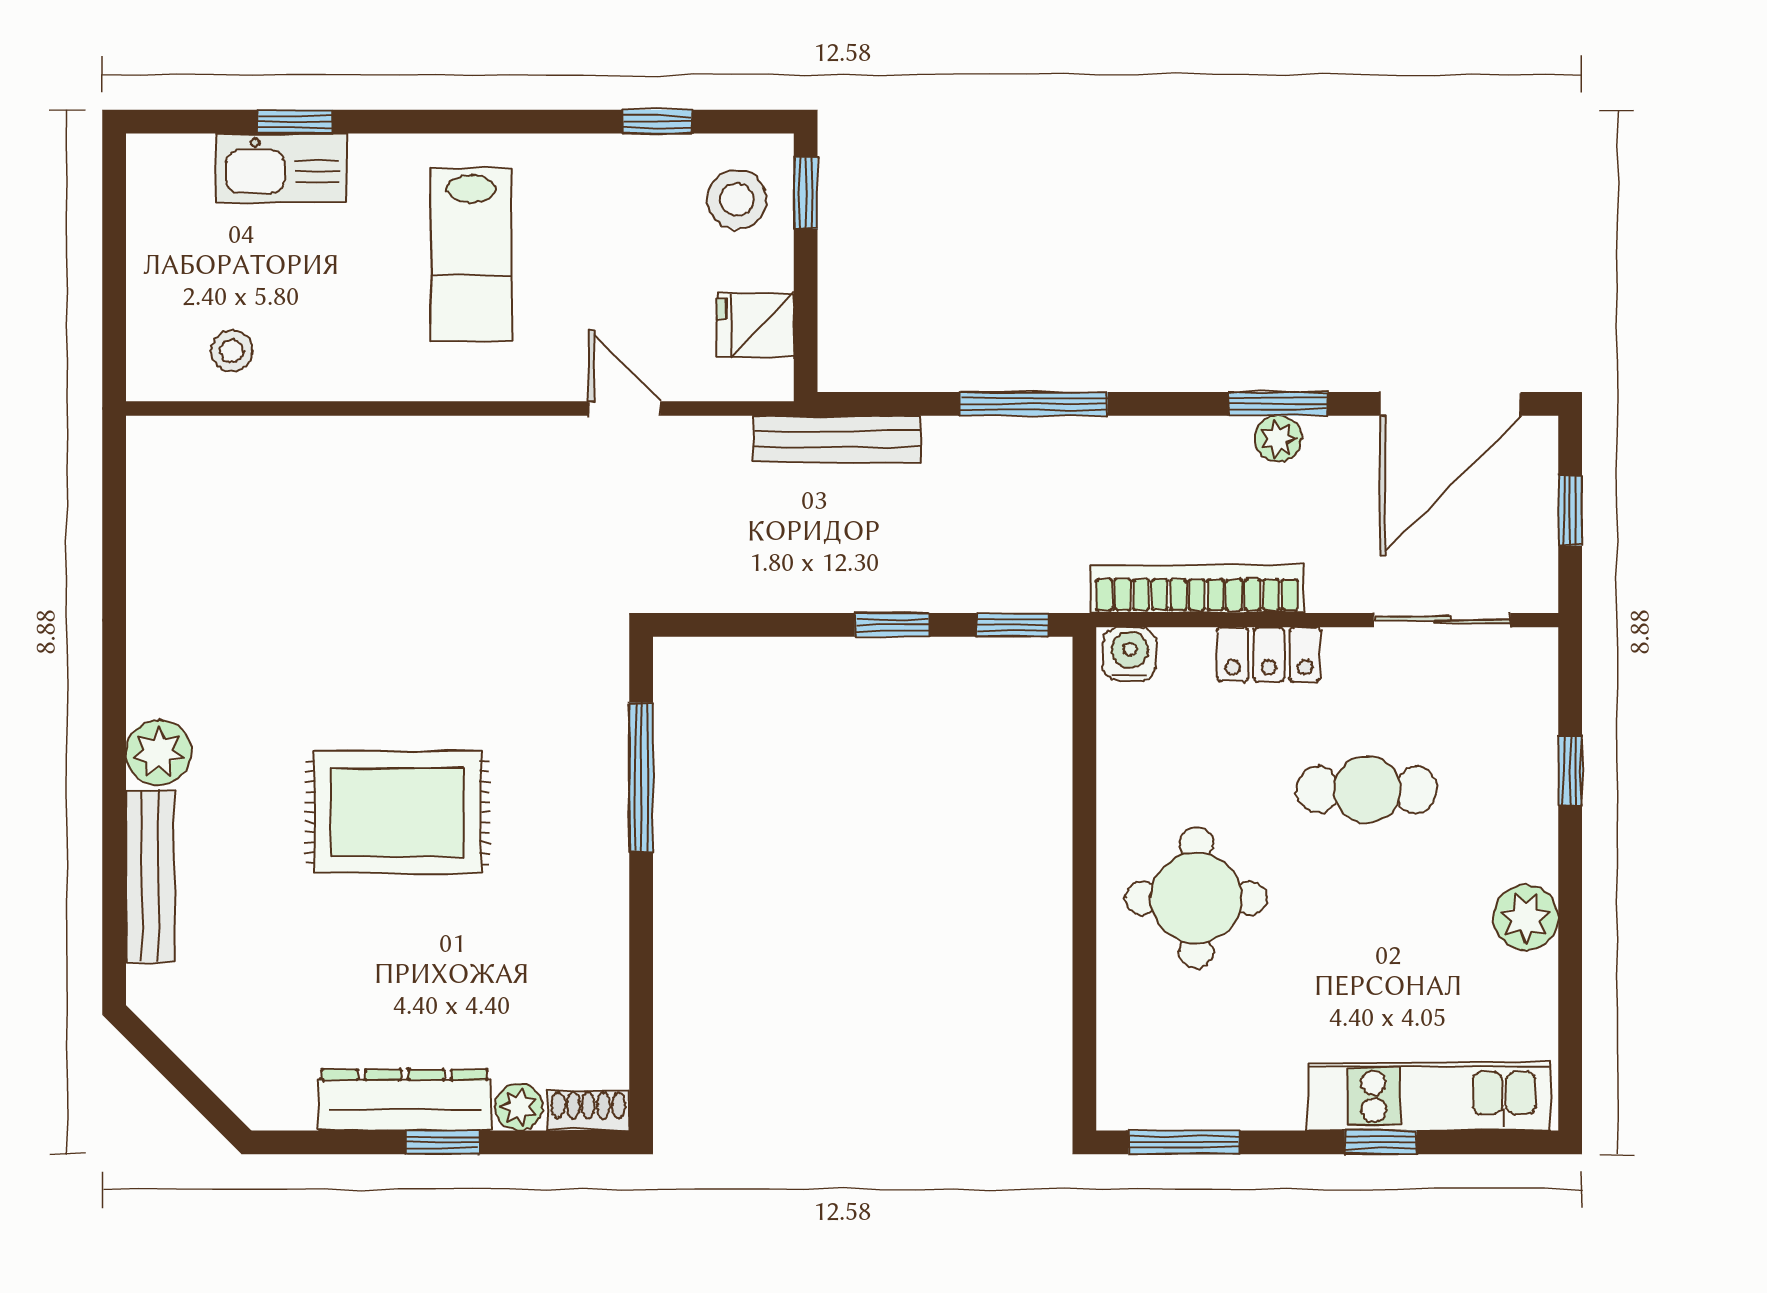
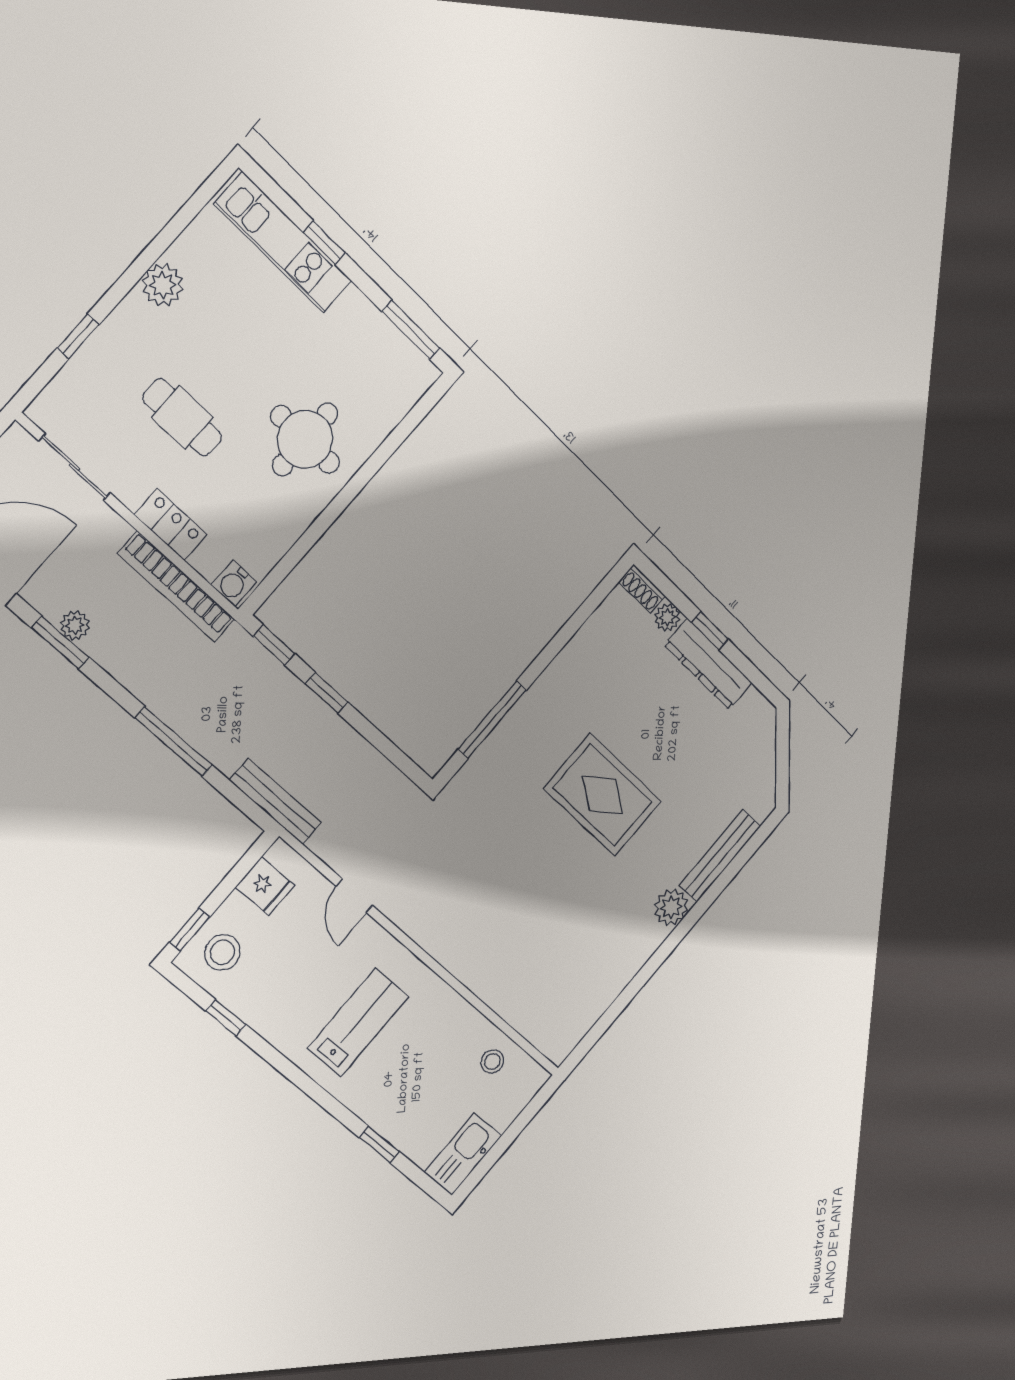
kitchen sink: (281, 168) -> (463, 1154), moved, turned -90

